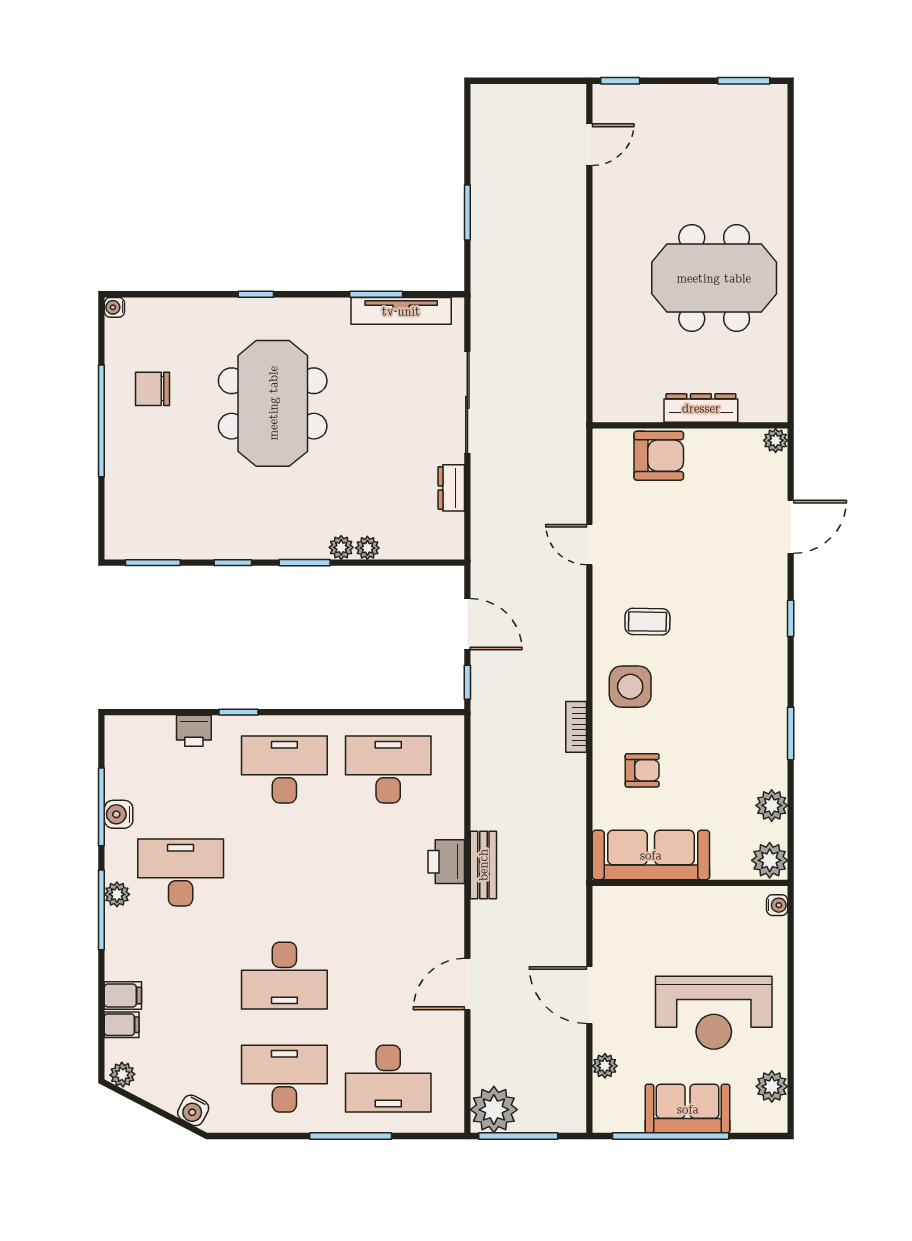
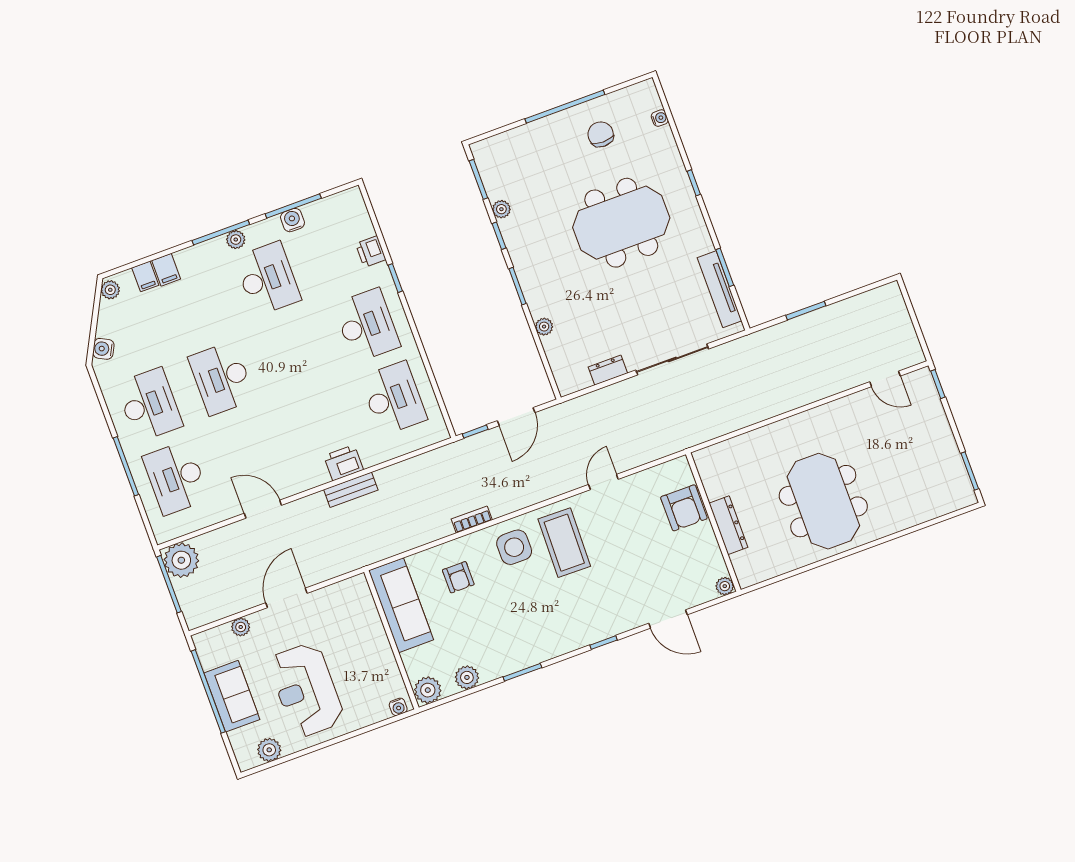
water cooler: (114, 307) -> (660, 118), moved, turned 90
plant: (341, 547) -> (501, 209), moved
coffee table: (647, 622) -> (564, 543), width x1.86, depth x1.72

